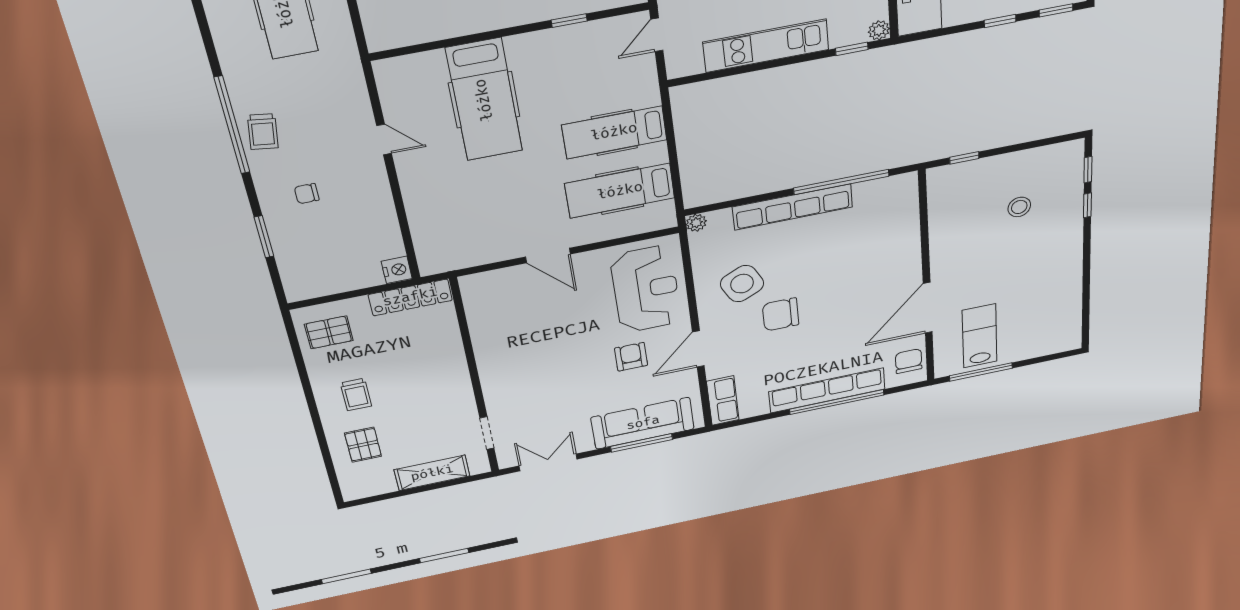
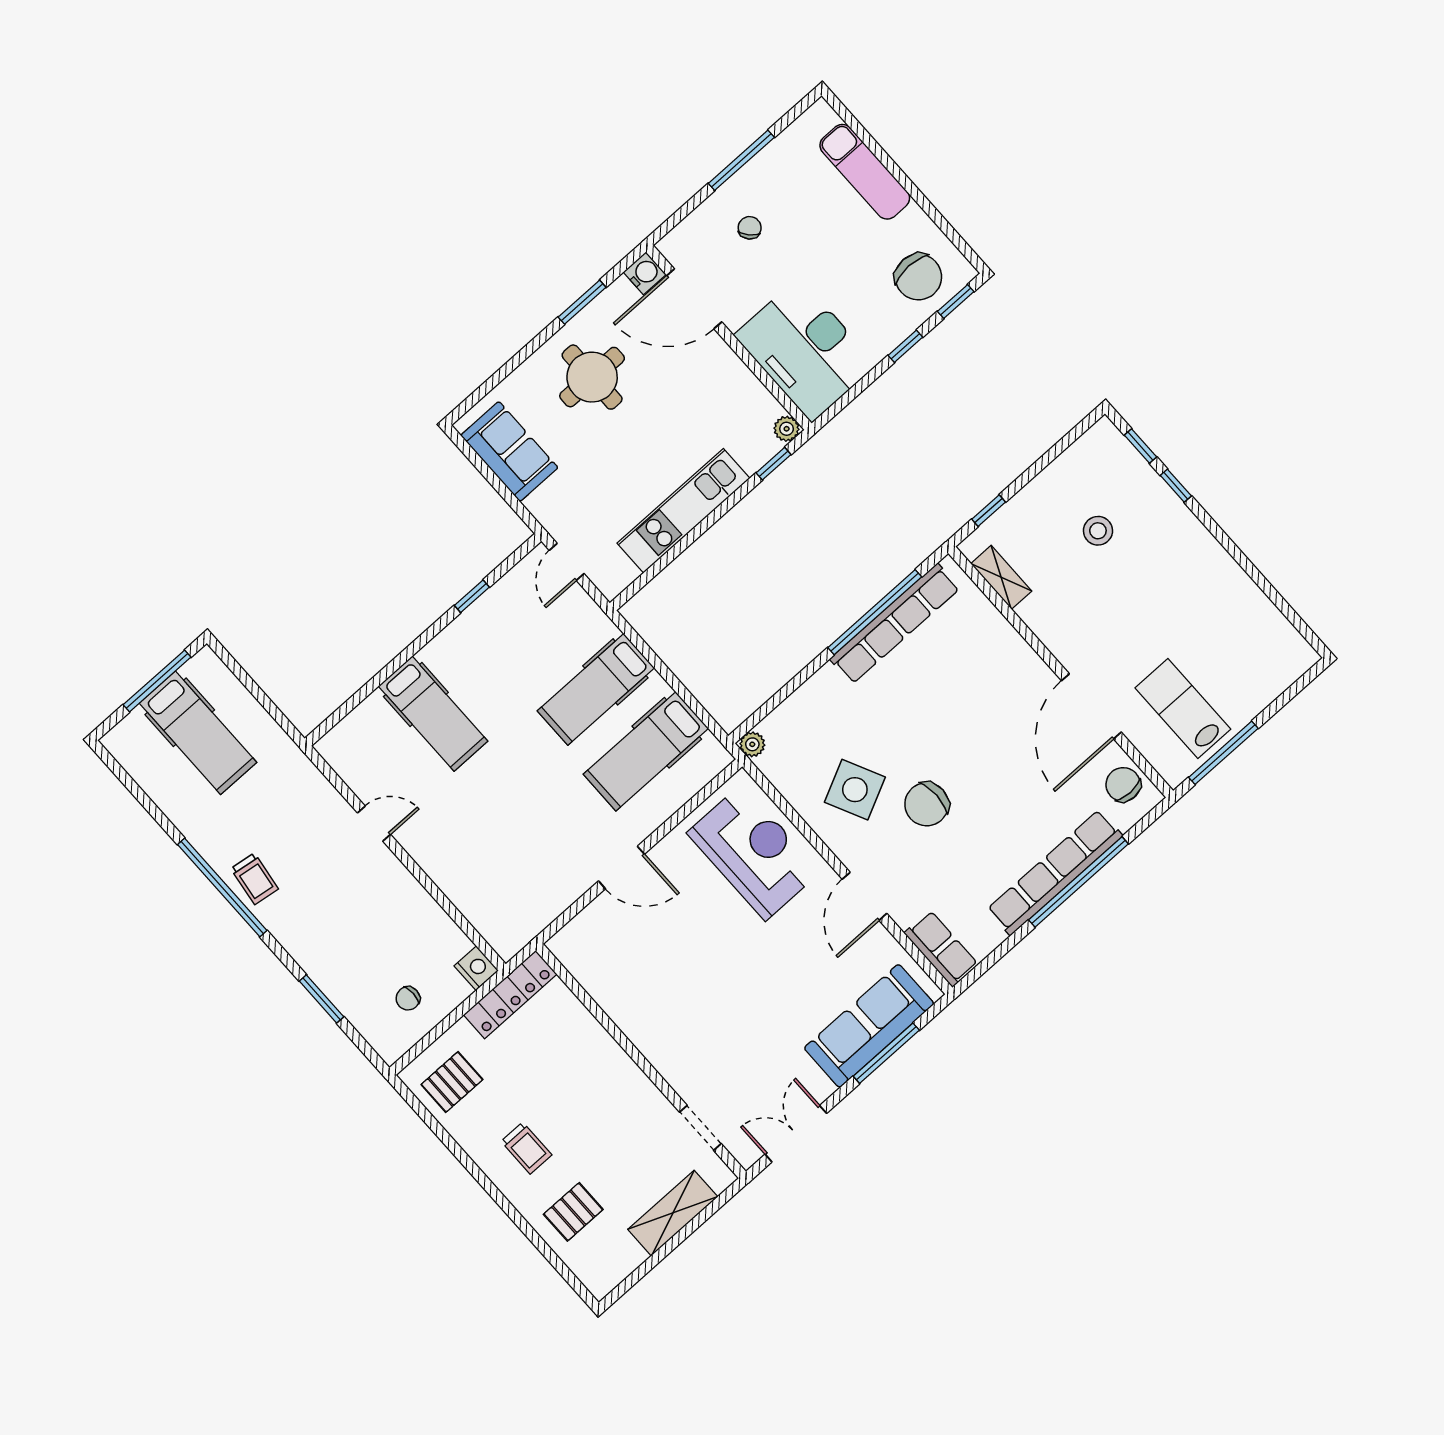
hospital bed: (484, 100) -> (433, 714), width x0.73, depth x0.78
chair: (307, 194) -> (408, 998), moved
shelving: (938, 203) -> (1001, 577), added
row of seats: (793, 207) -> (895, 624), moved
armchair: (631, 357) -> (796, 945), removed
pallet: (363, 445) -> (573, 1212), turned 90

